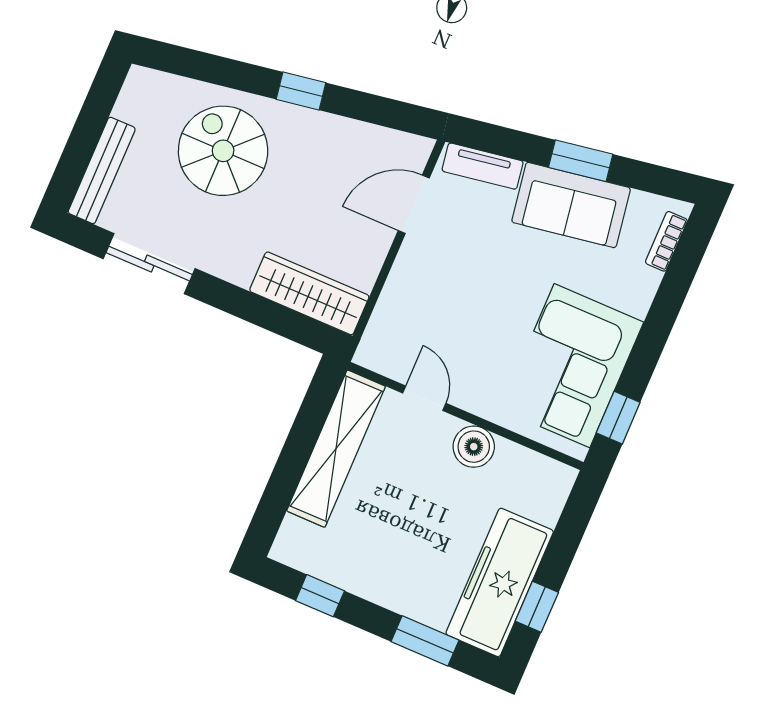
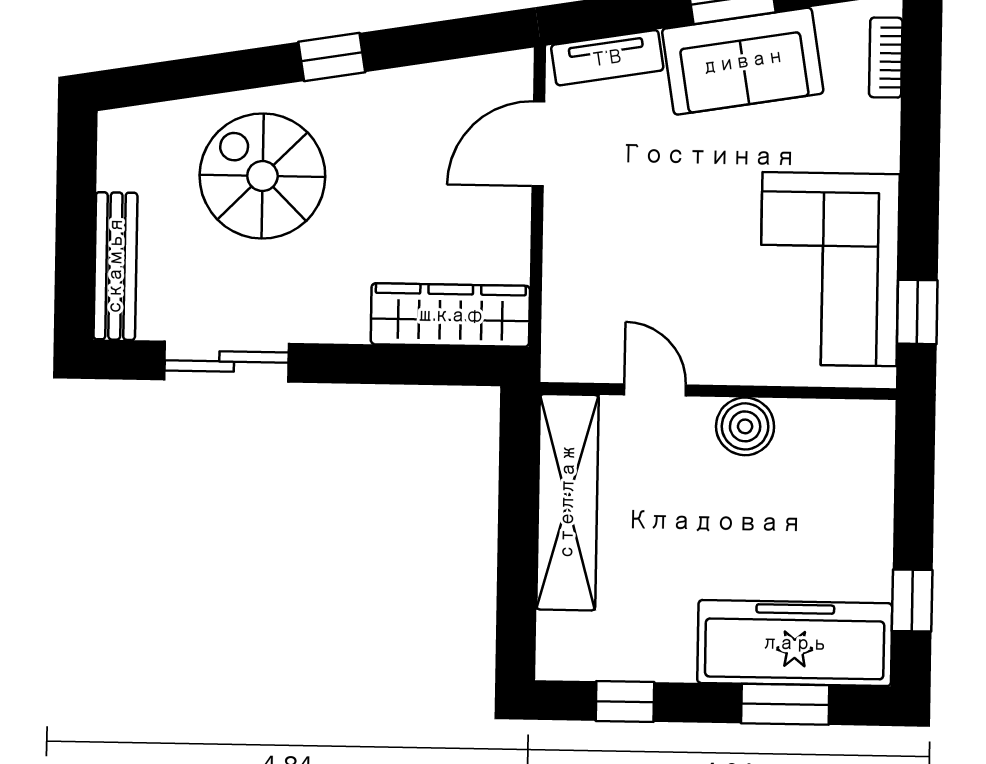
freezer: (500, 582) -> (795, 643), moved, turned 90

